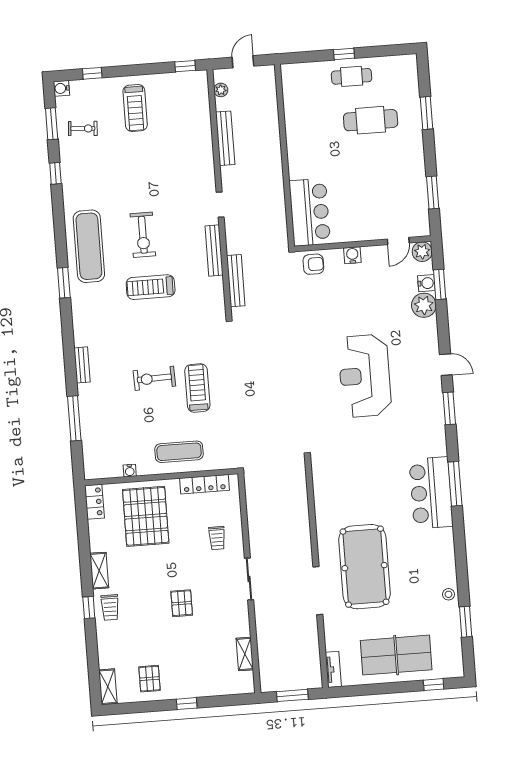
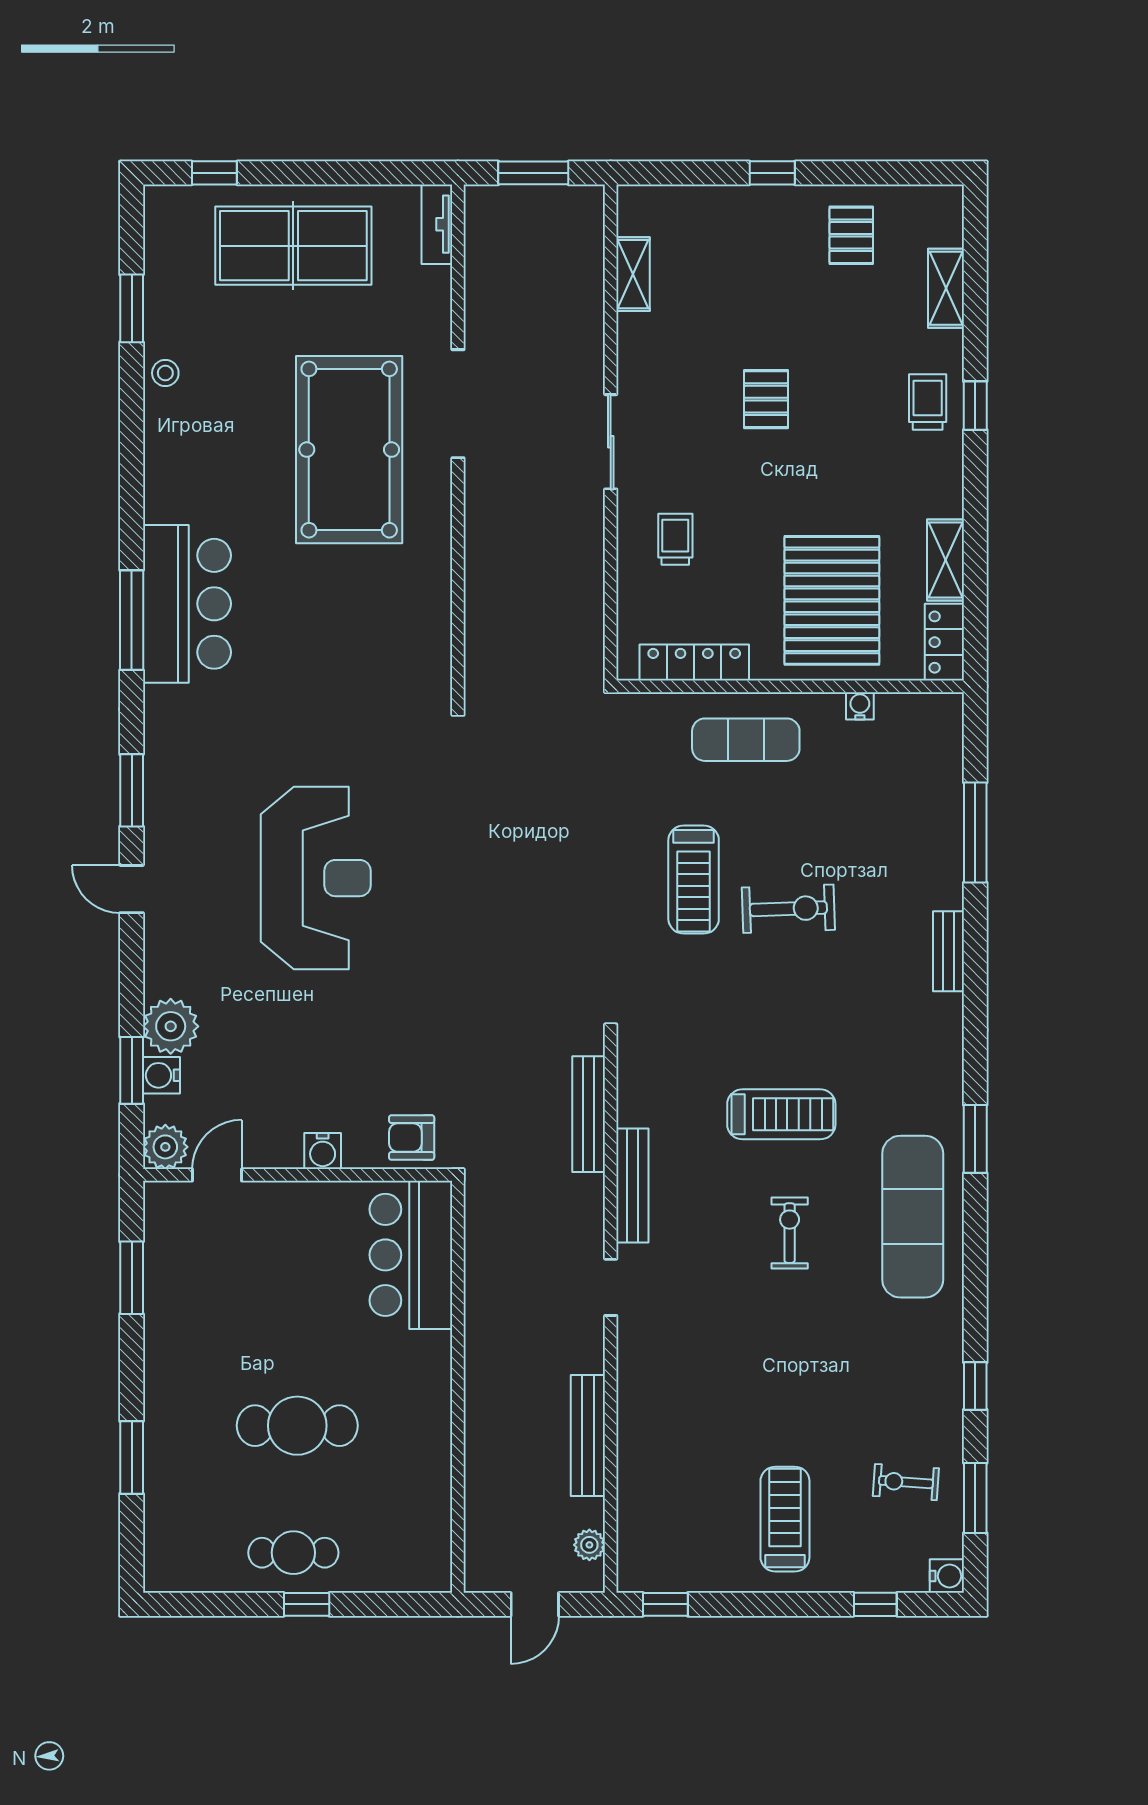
cafe table: (371, 120) -> (297, 1426), moved
exercise bike: (143, 235) -> (790, 1233), width x0.73, depth x0.72
shelving: (99, 571) -> (945, 560), moved
shelving: (108, 687) -> (946, 288), moved

